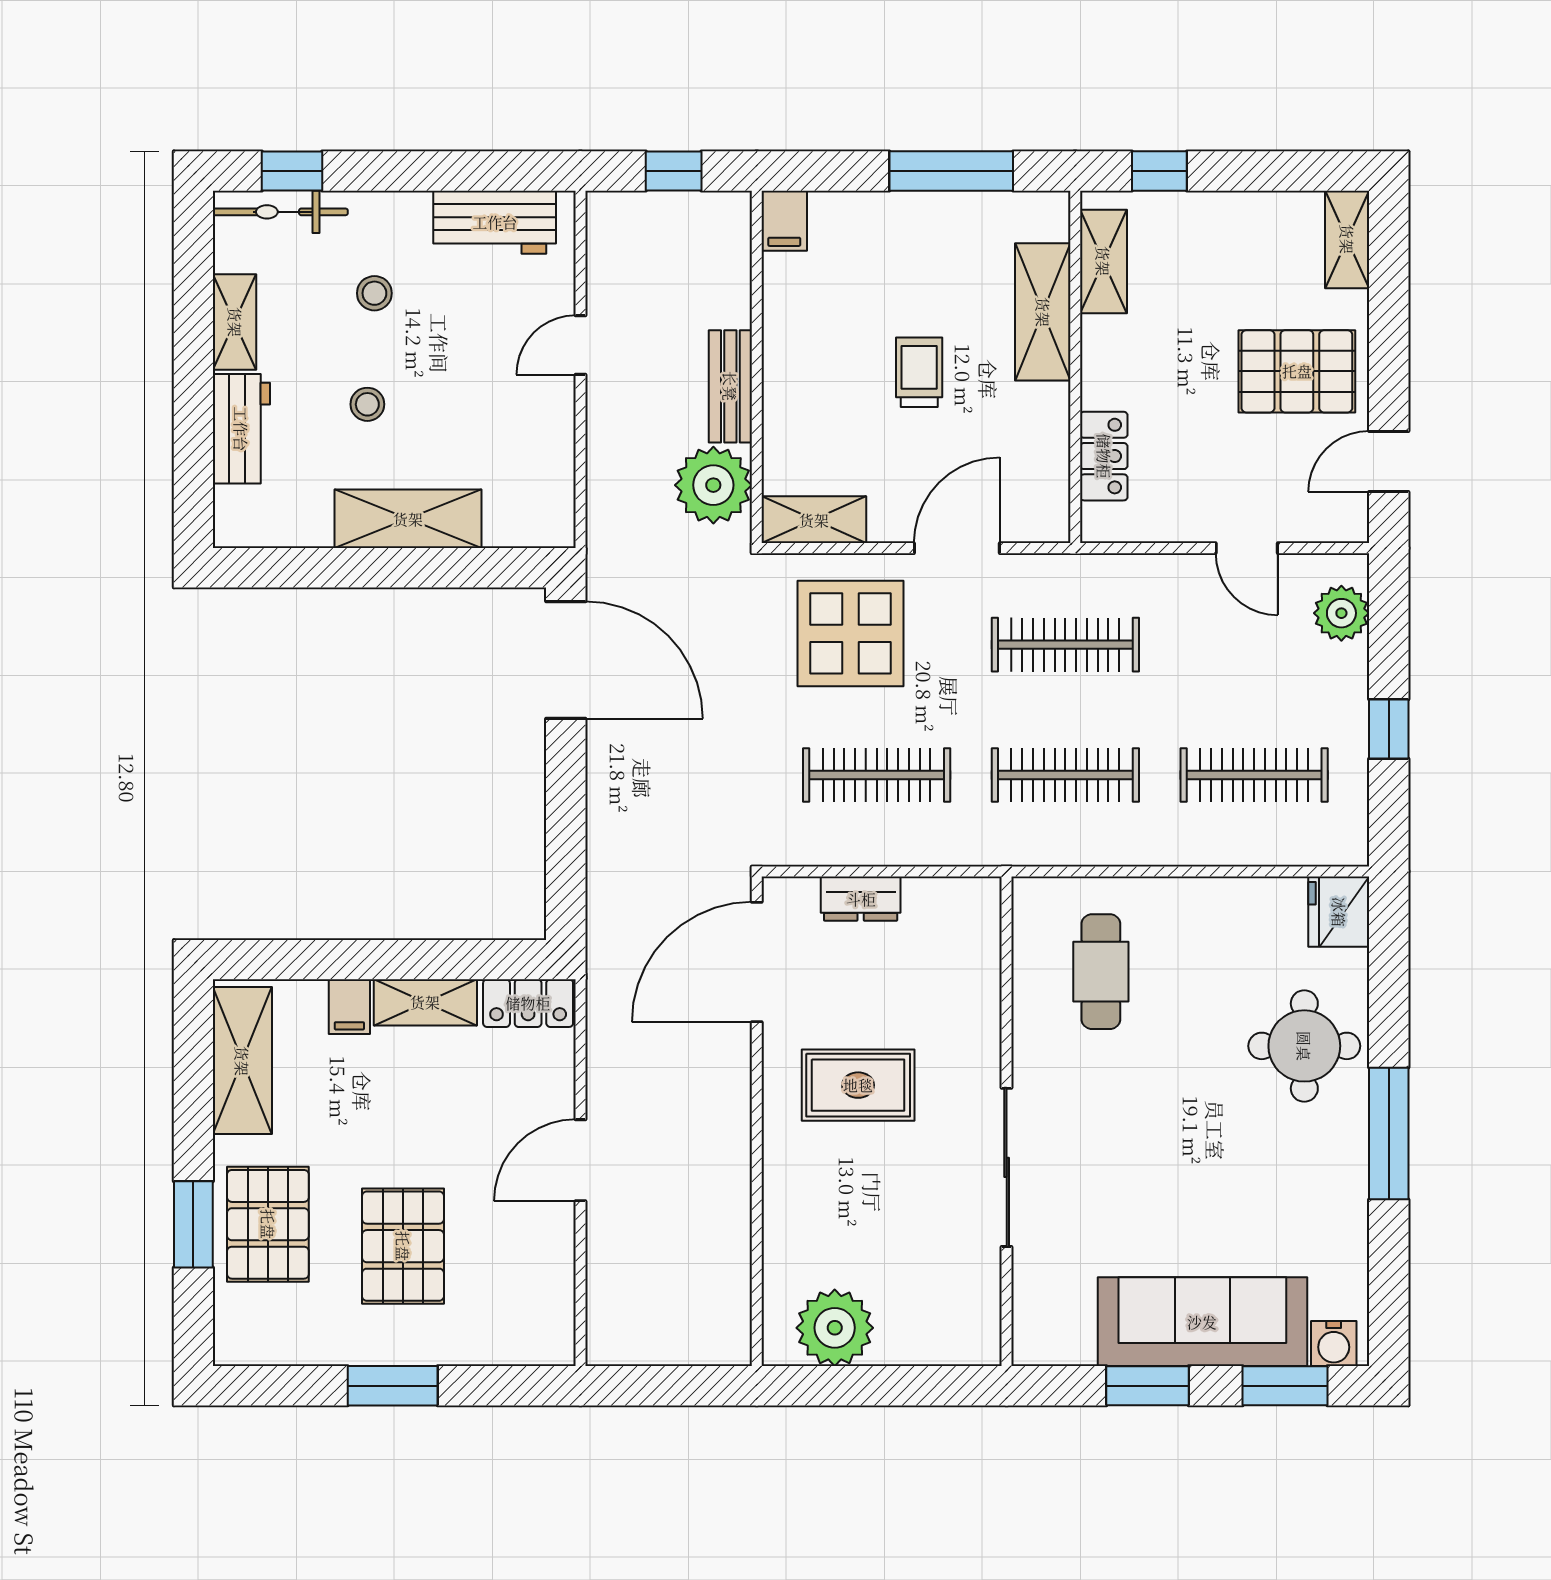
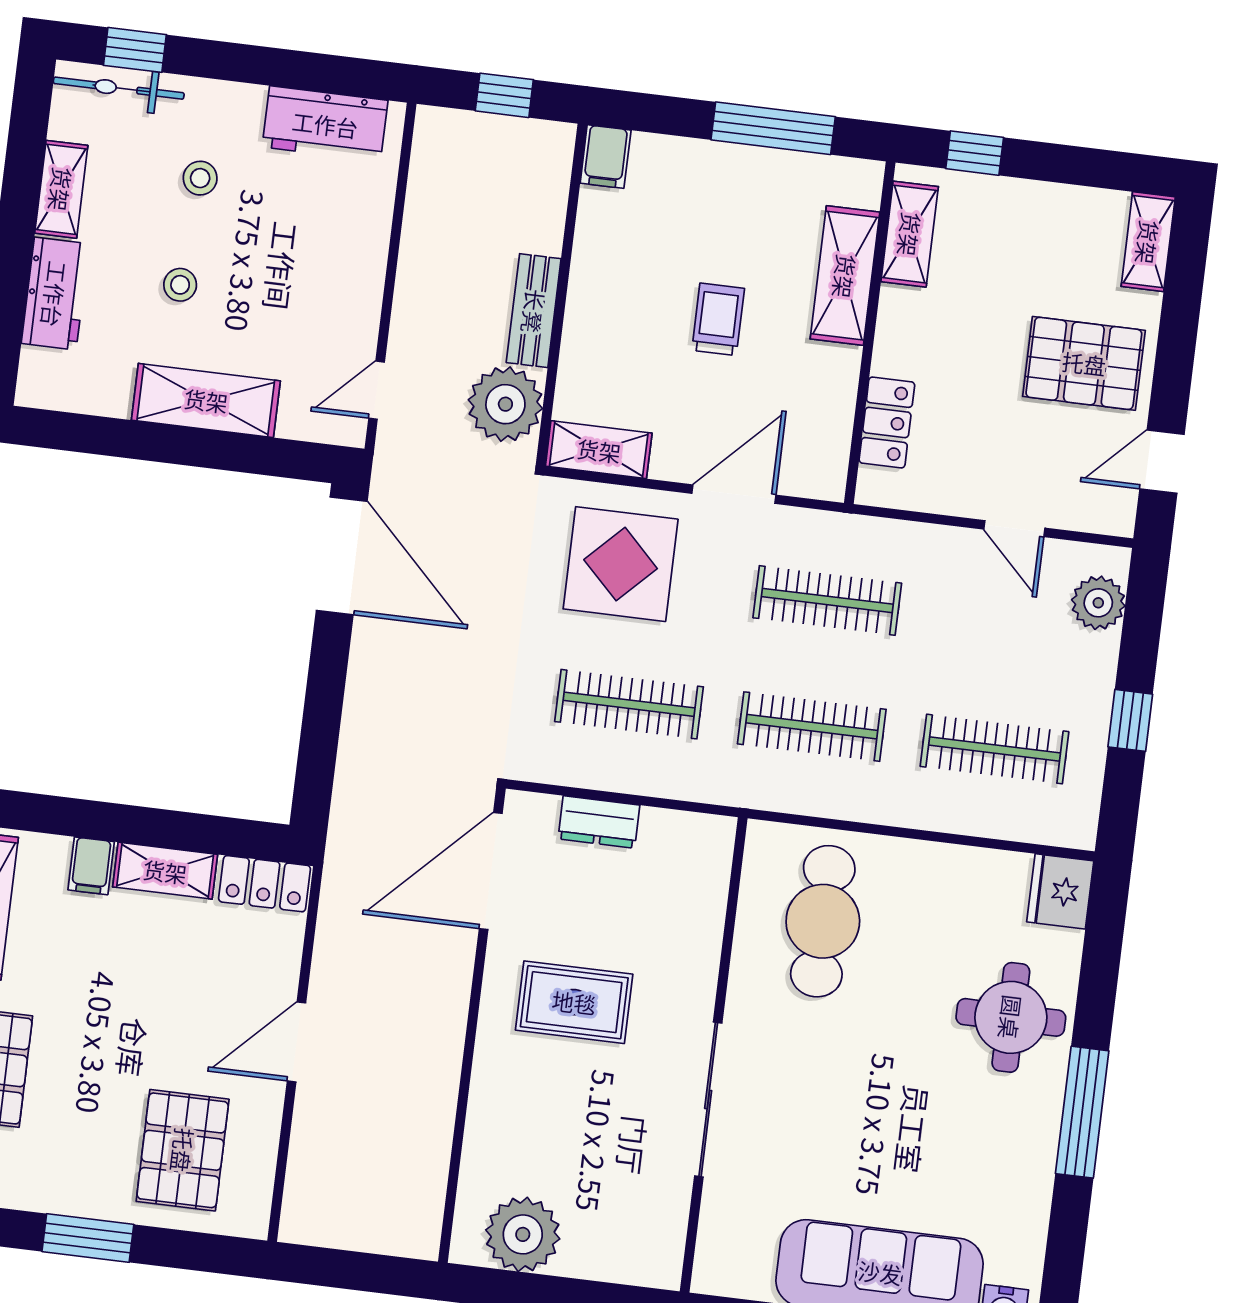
door: (580, 345) -> (377, 390), moved
cafe table: (1101, 972) -> (823, 921), width x1.37, depth x1.35
pallet: (403, 1246) -> (183, 1150), moved

